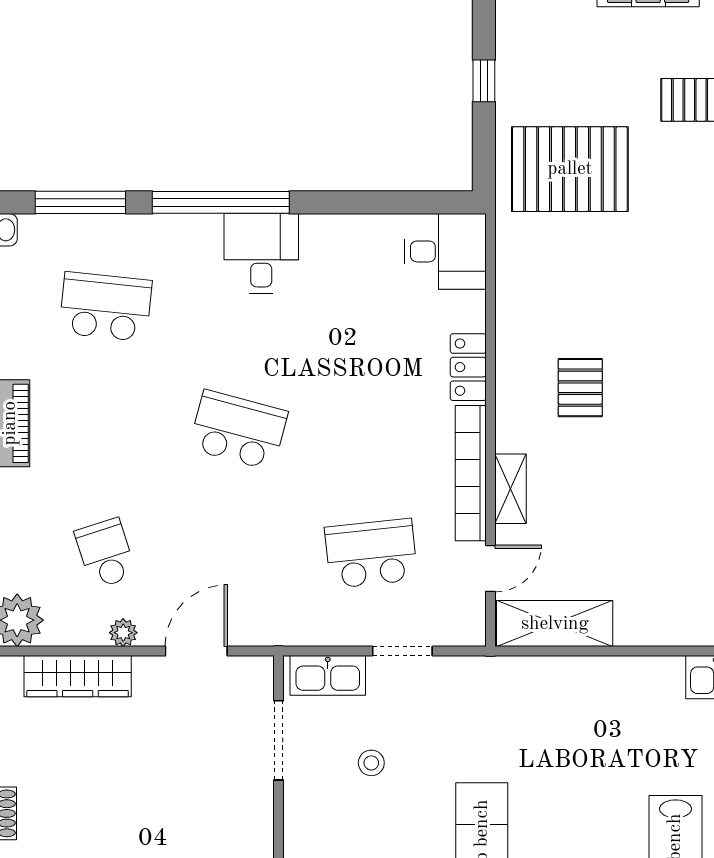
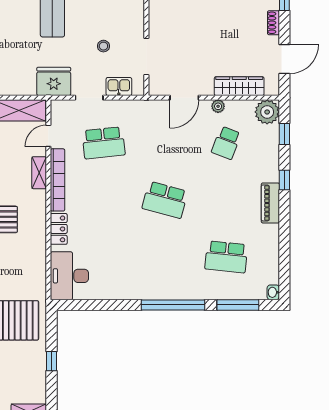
desk: (445, 251) -> (69, 276), width x1.37
desk: (261, 253) -> (154, 281), removed
school desk: (106, 553) -> (226, 143), turned 39
kitchen sink: (328, 675) -> (119, 87), width x0.73
fridge: (479, 686) -> (54, 81), added

